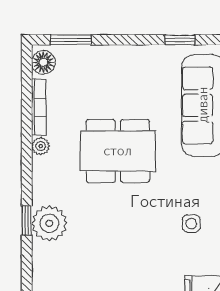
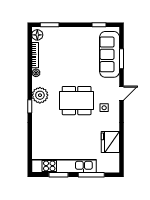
dining table: (118, 151) -> (77, 101), moved
plant: (49, 223) -> (40, 95), moved

